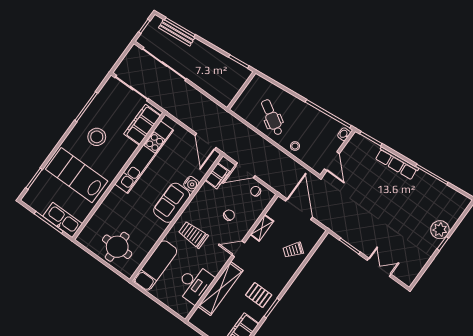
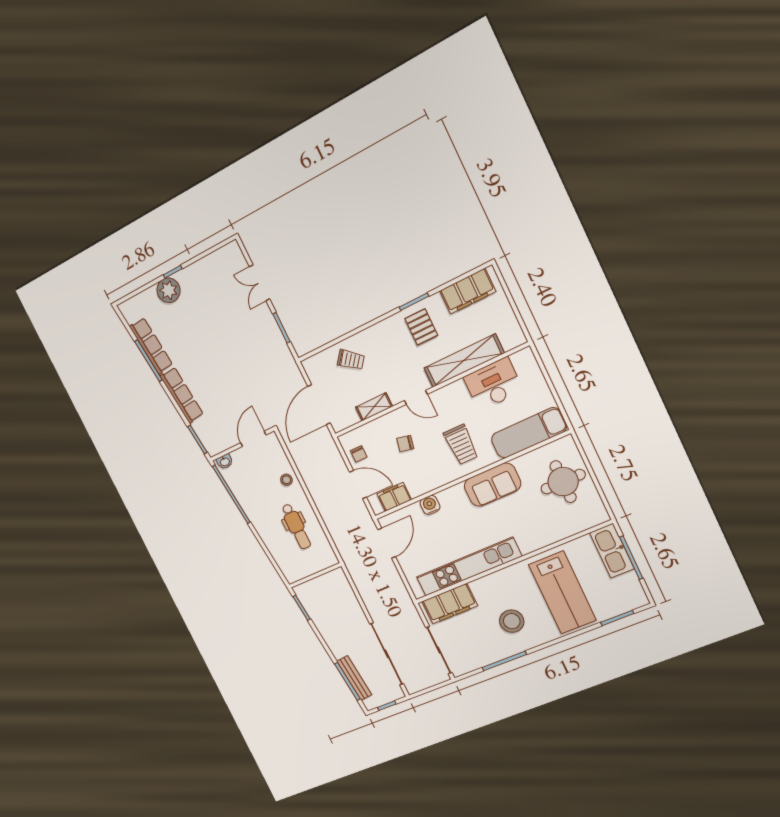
dental chair: (272, 117) -> (296, 526), turned -31
row of seats: (435, 186) -> (151, 346), added
sofa: (172, 203) -> (492, 485), moved

